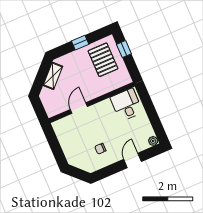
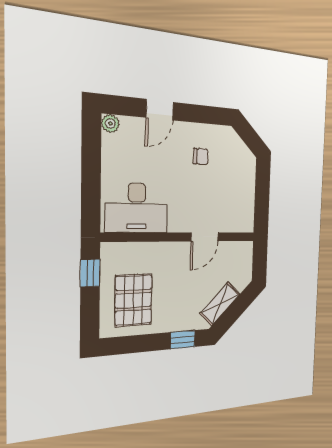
window: (80, 43) -> (183, 340), moved
window: (124, 49) -> (90, 273), moved
desk: (126, 105) -> (137, 208), width x1.37

